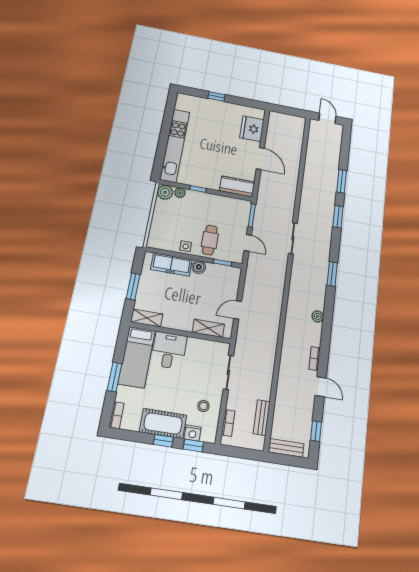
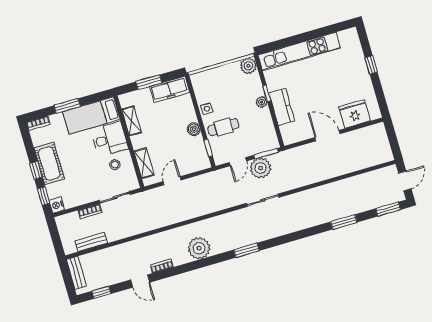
door: (260, 158) -> (327, 136), swing flipped
kitchen counter: (237, 186) -> (282, 107), moved
plant: (180, 193) -> (261, 102), moved
window: (338, 217) -> (388, 209), moved
plant: (263, 226) -> (261, 168), added
freezer: (171, 264) -> (170, 89), moved, turned -90
door: (238, 310) -> (172, 181), hinge flipped
plant: (318, 316) -> (199, 248), width x1.87, depth x1.87
shelving: (147, 318) -> (132, 121), moved
door: (321, 387) -> (140, 281), hinge flipped
stool: (203, 406) -> (115, 165), moved
bookcase: (228, 423) -> (90, 211), moved
nightstand: (193, 433) -> (57, 205), moved

